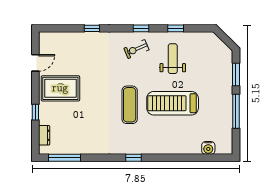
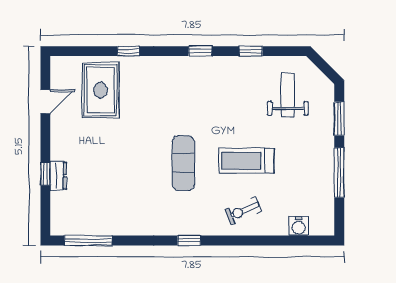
exercise bike: (136, 49) -> (243, 211), moved
weight bench: (173, 59) -> (288, 95), moved
rug: (60, 88) -> (100, 90), moved, turned 90
treadmill: (173, 103) -> (246, 161), width x0.73, depth x0.73
dresser: (44, 135) -> (58, 176), moved

